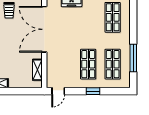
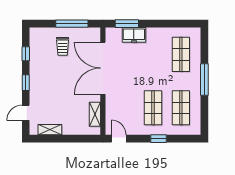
window: (133, 58) -> (204, 79), moved
door: (58, 91) -> (119, 139), swing flipped

